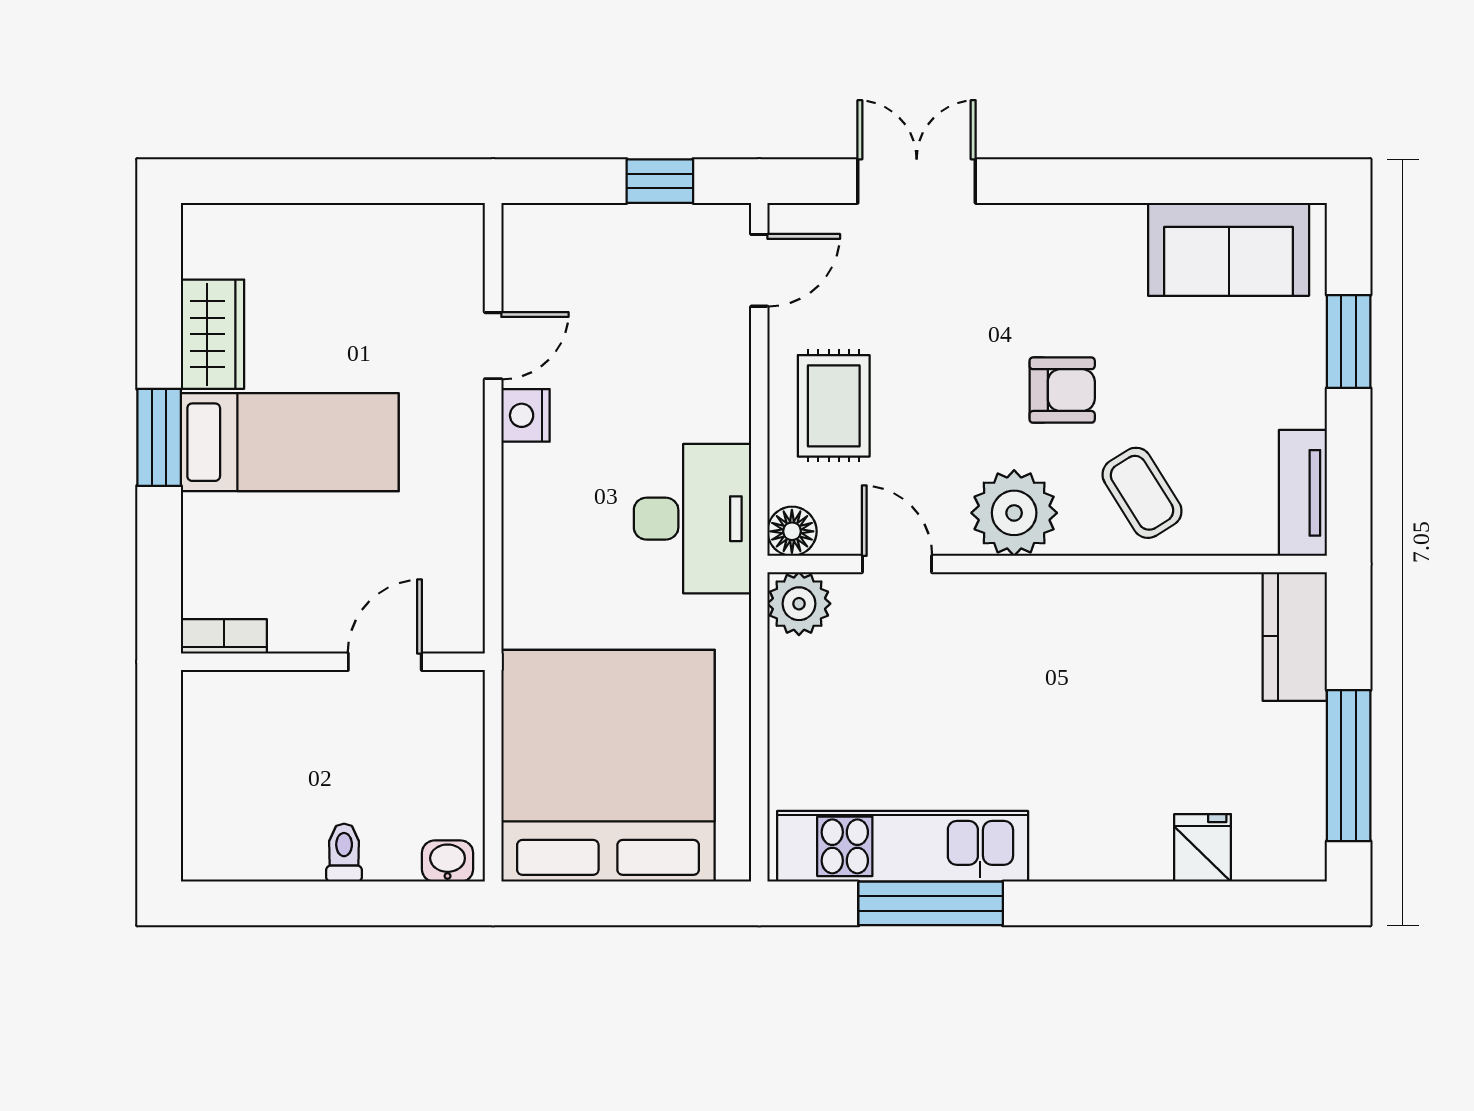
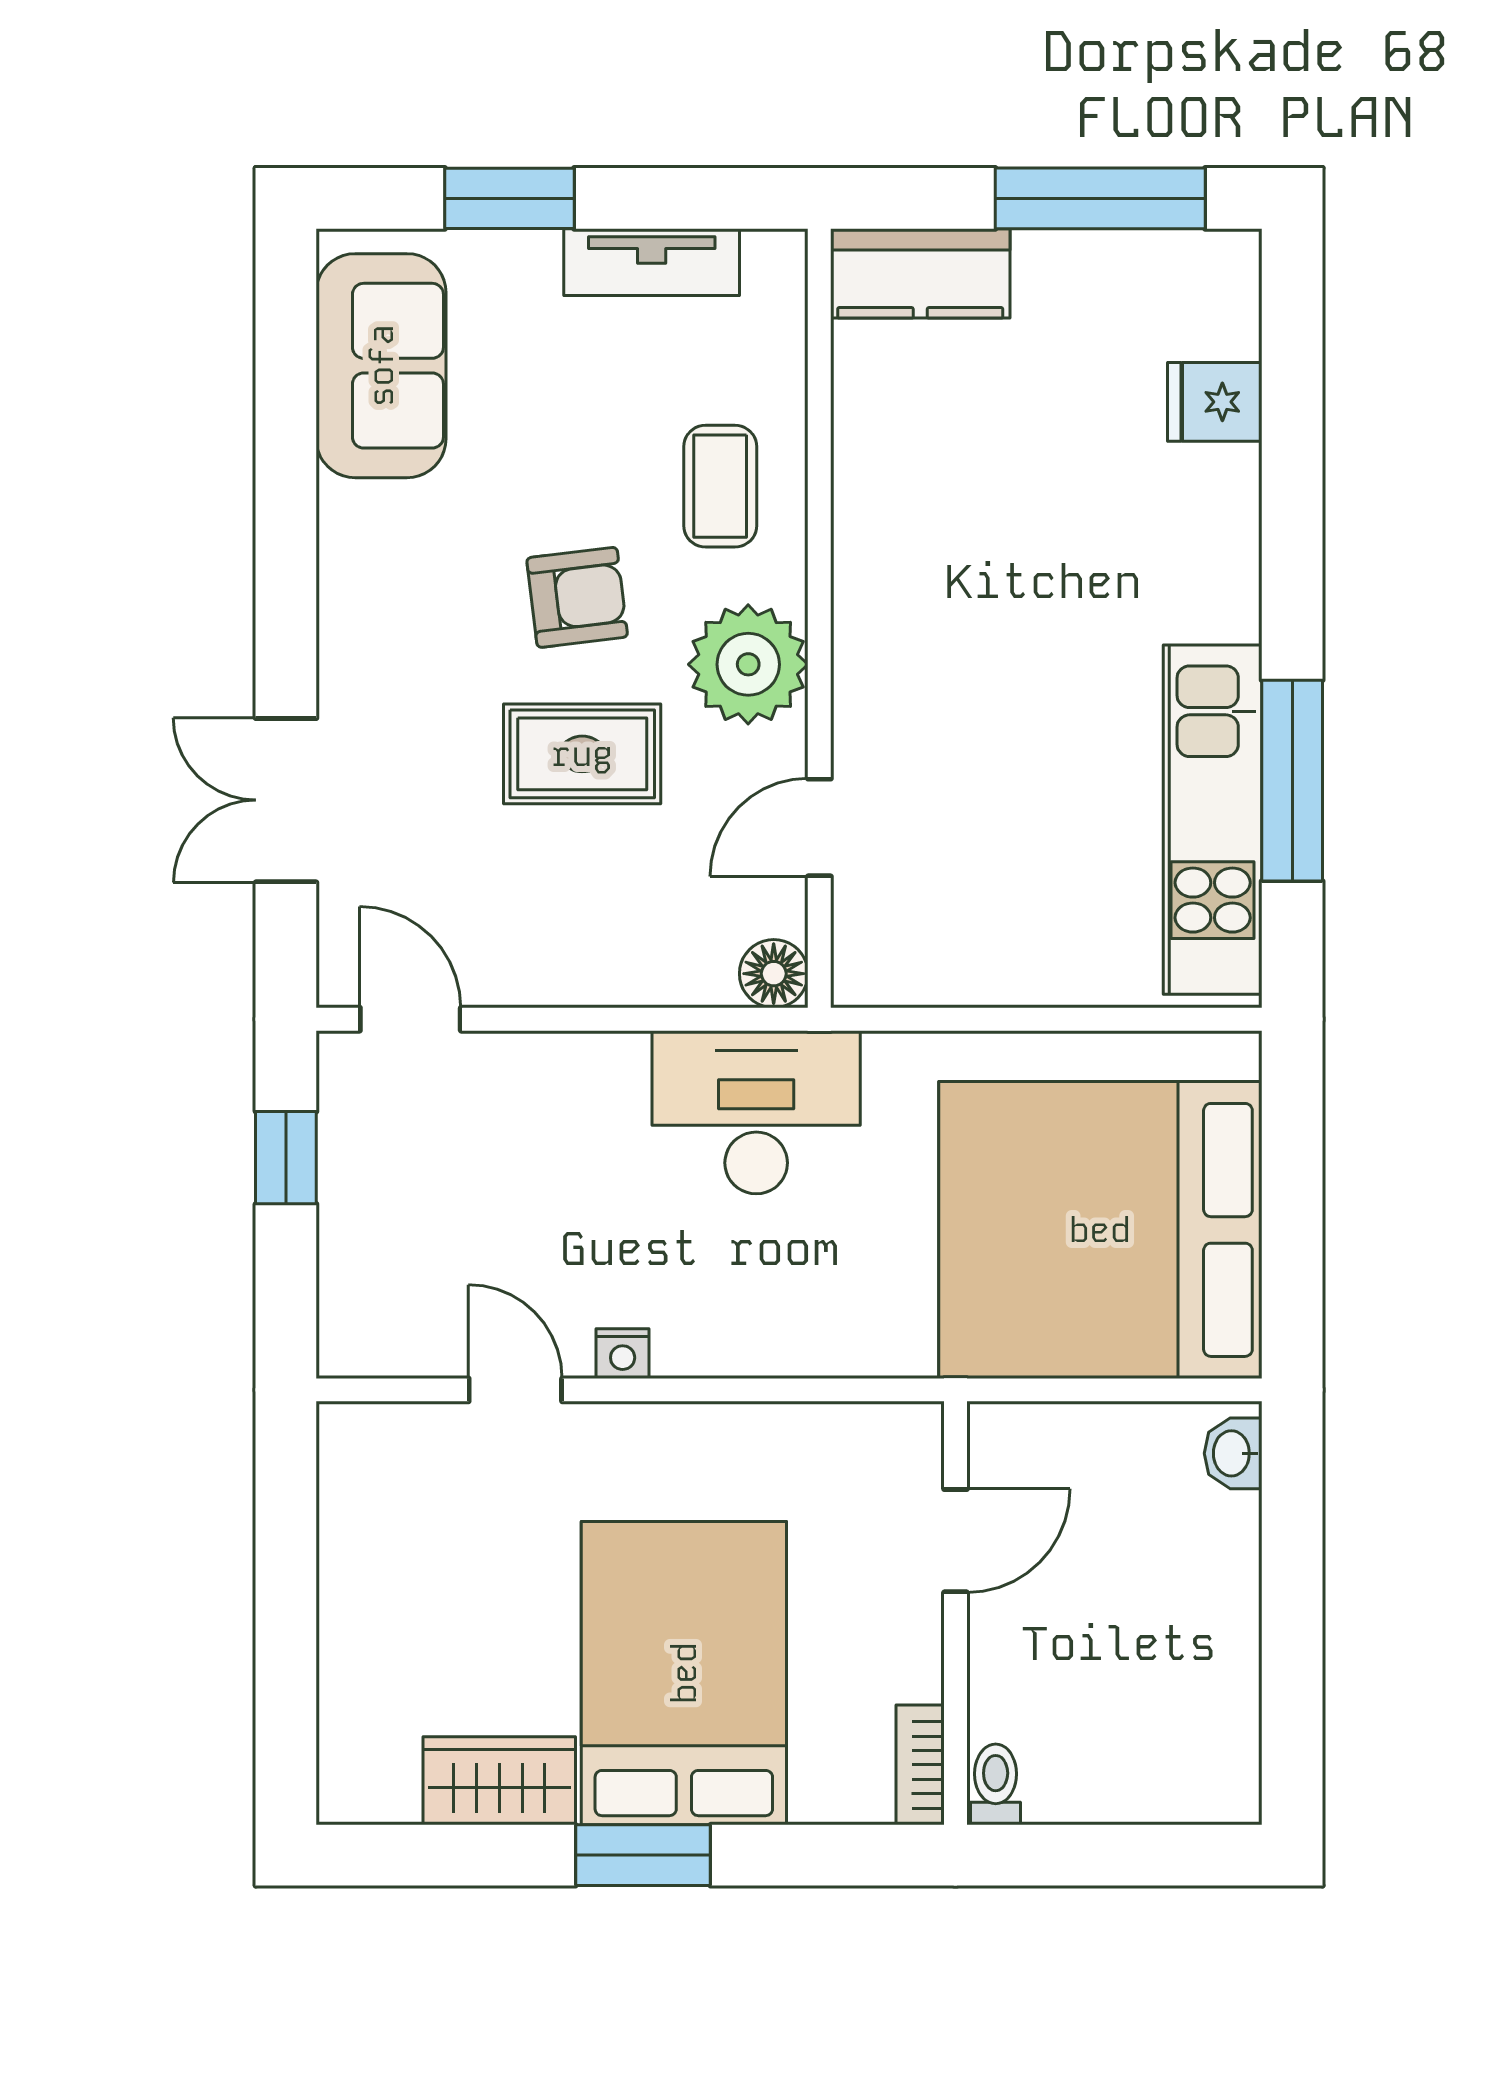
armchair: (1062, 390) -> (577, 597), turned 83
rug: (834, 406) -> (582, 754), moved
nightstand: (525, 415) -> (623, 1354), width x0.72, depth x0.74
bed: (290, 442) -> (684, 1673), width x1.50
coffee table: (1142, 493) -> (720, 486), turned -58
tv unit: (1303, 493) -> (652, 262), moved
plant: (799, 604) -> (875, 964), removed
door: (385, 662) -> (955, 1541), swing flipped
toilet: (344, 853) -> (996, 1784), moved, turned 90

